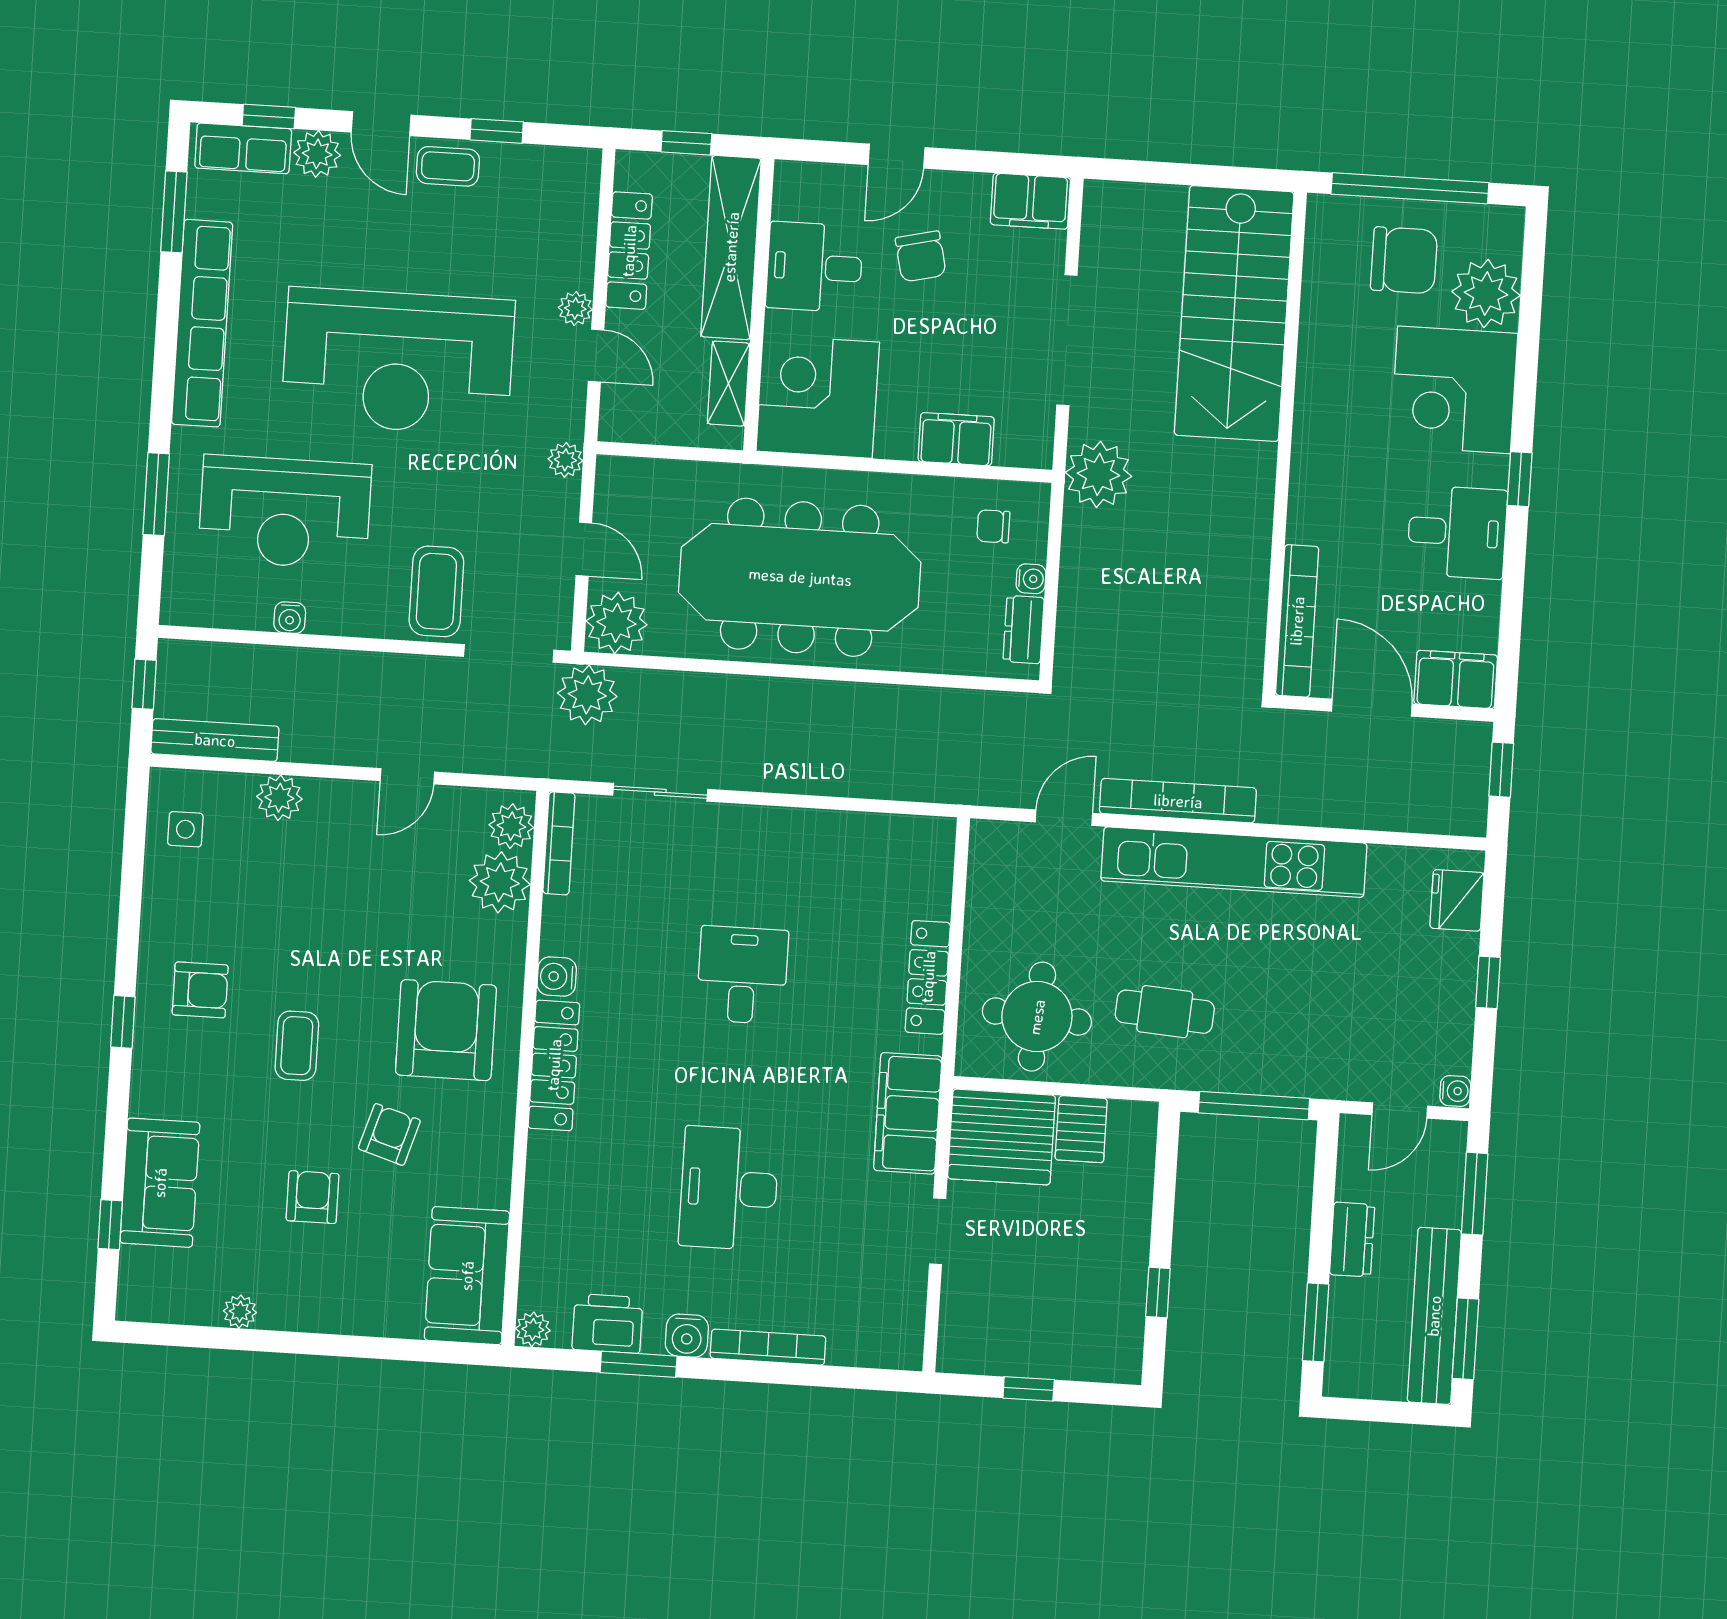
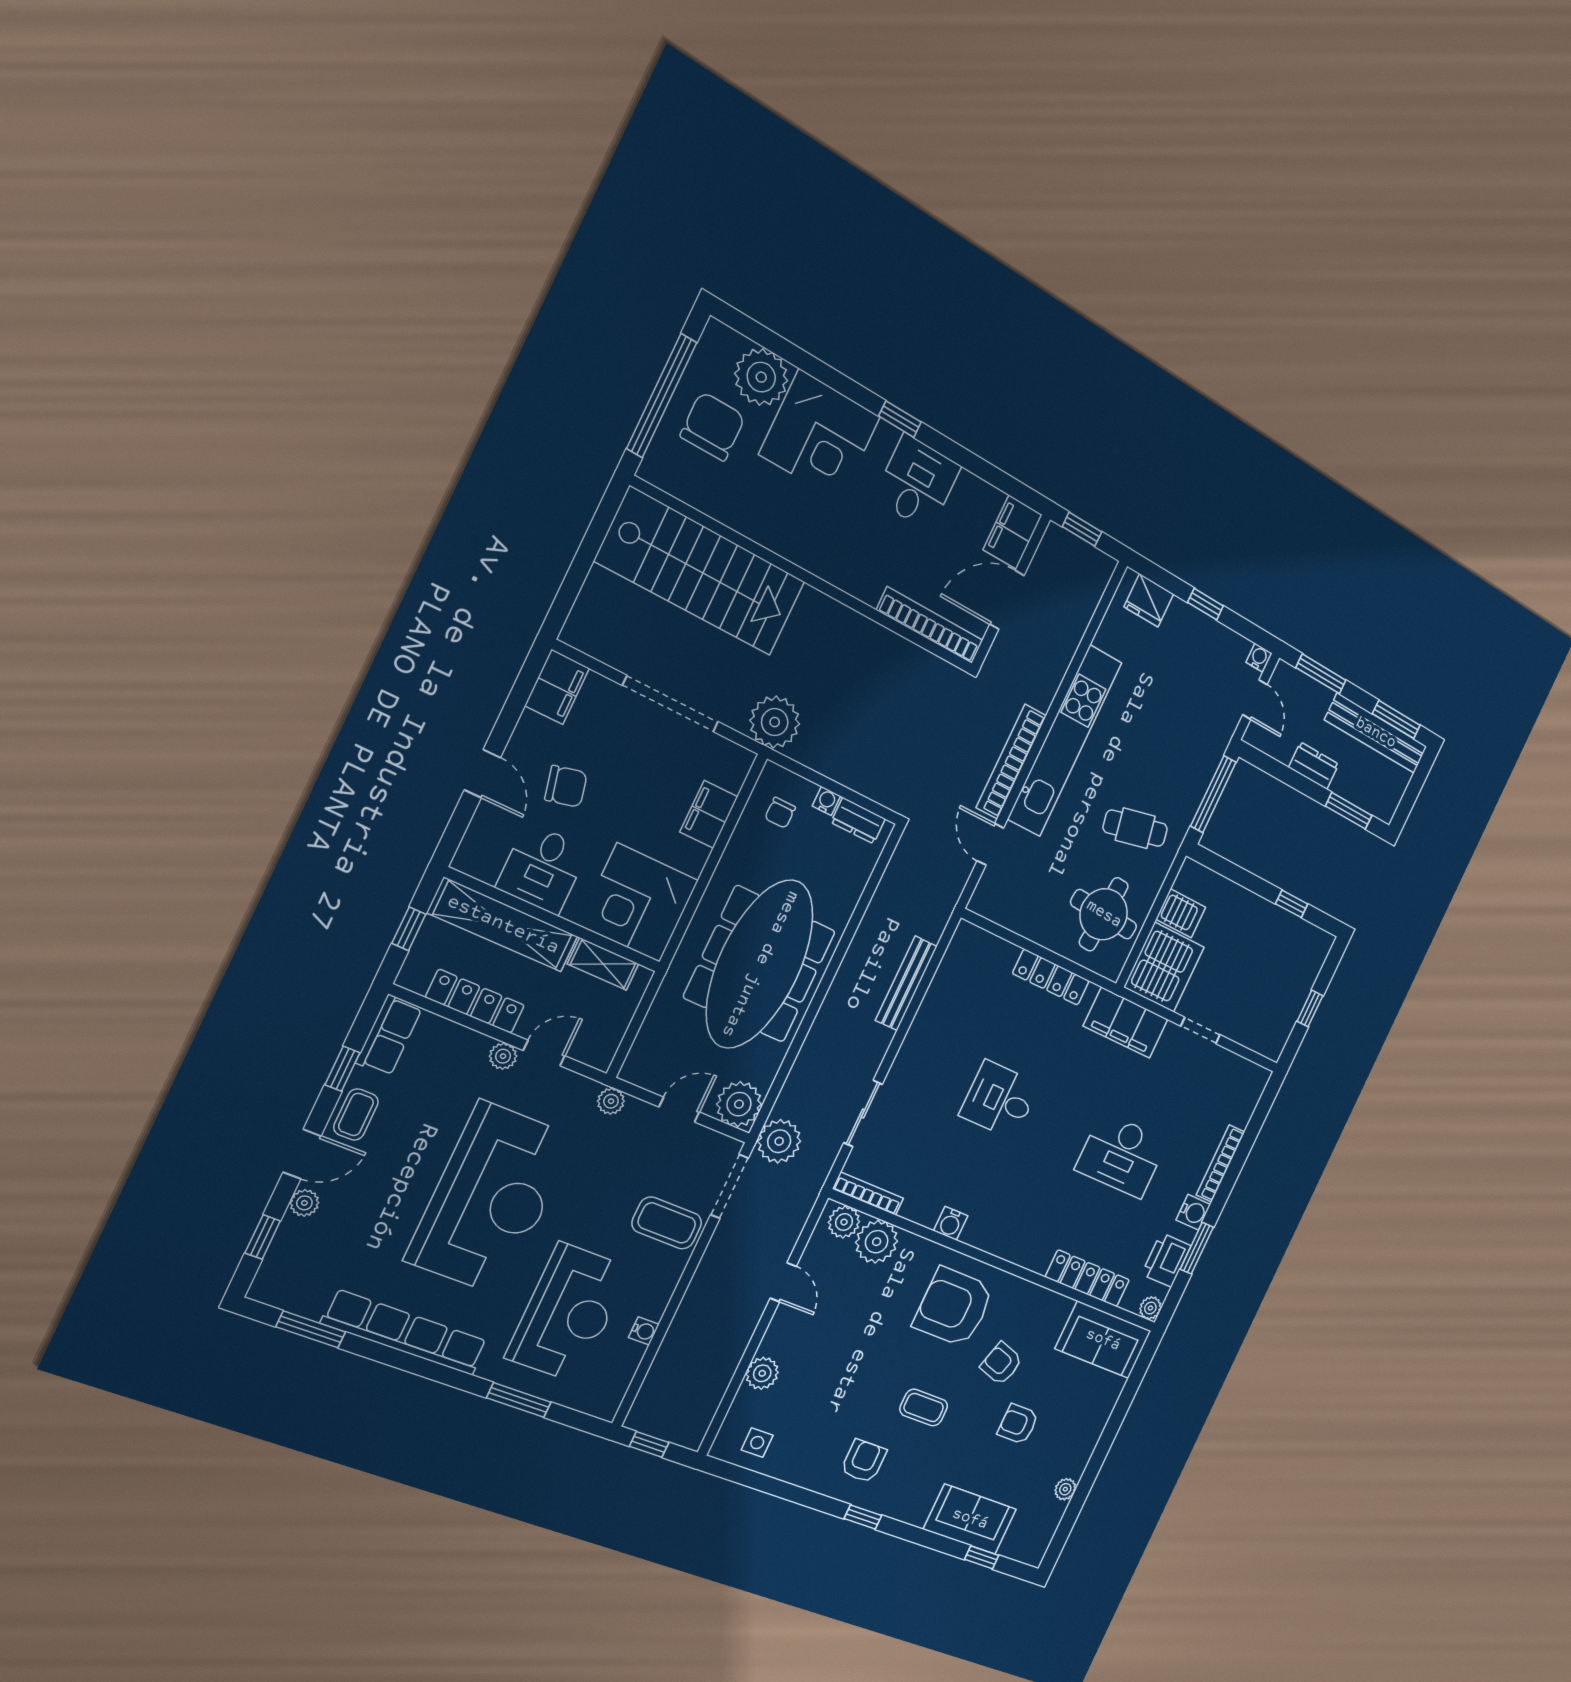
row of seats: (243, 148) -> (389, 1035), moved
plant: (317, 154) -> (304, 1203), width x0.73, depth x0.73
bench: (215, 740) -> (906, 983), moved
cafe table: (1165, 1012) -> (1135, 828), turned 74
locker: (554, 1065) -> (1087, 1278), moved

